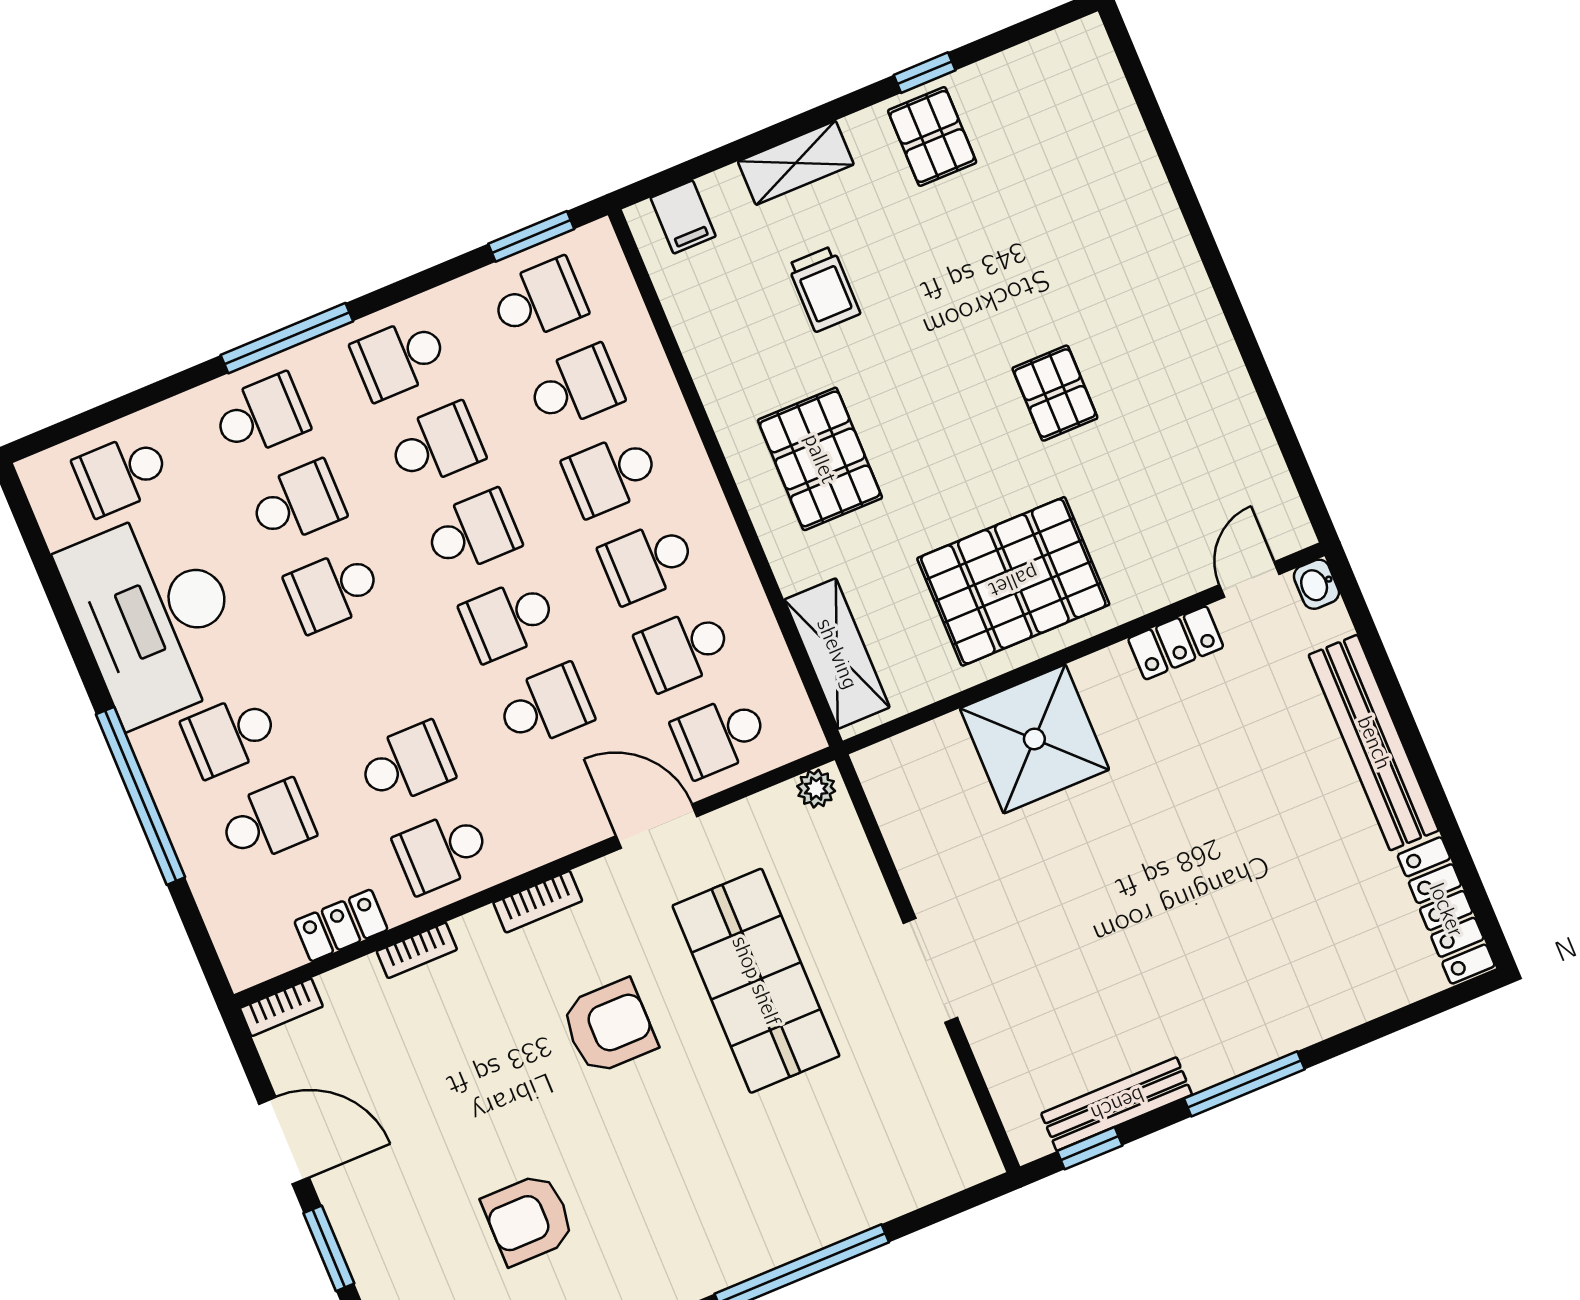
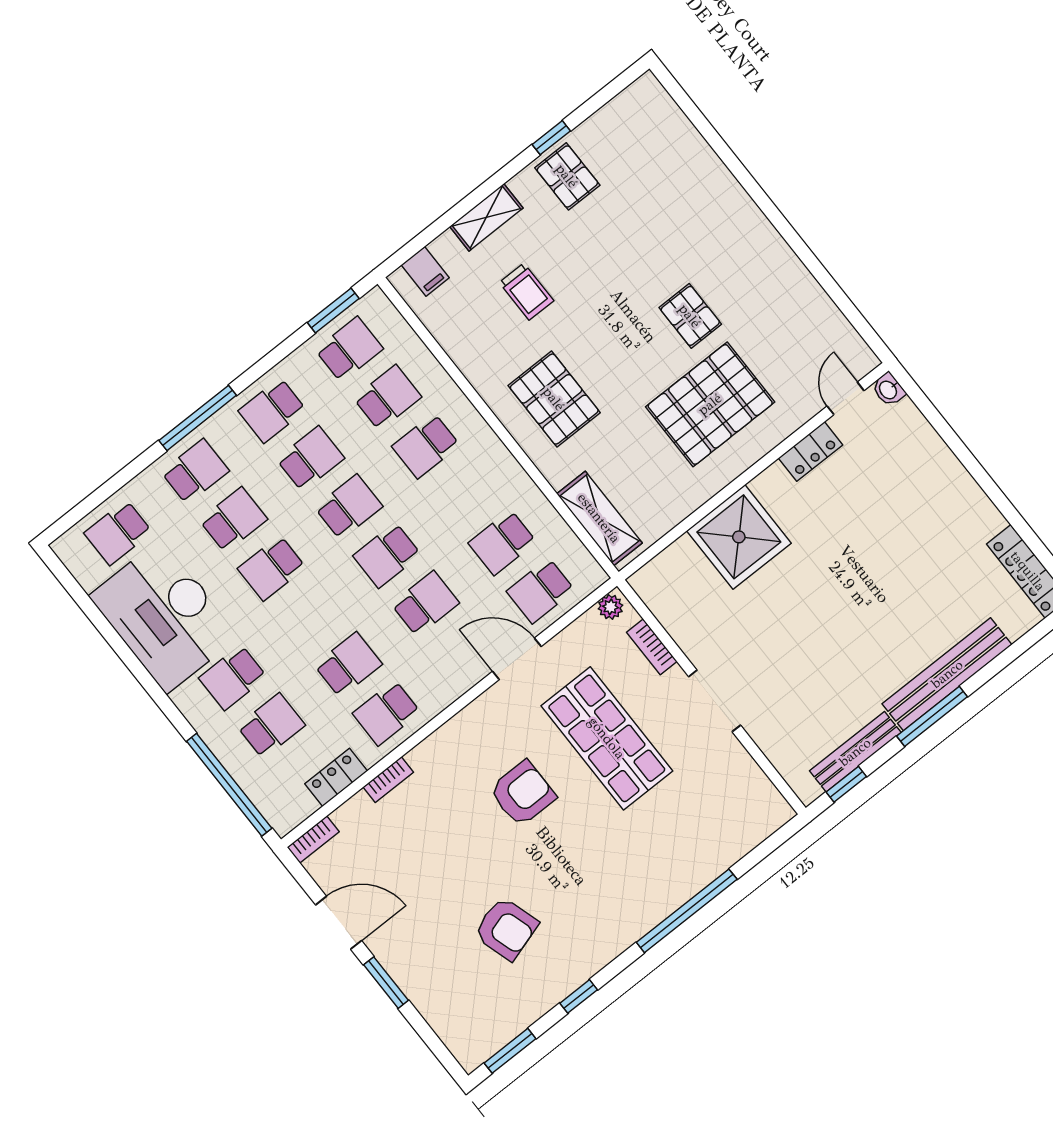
school desk: (647, 561) -> (464, 494), removed
pallet: (1013, 581) -> (710, 404), moved
bench: (1374, 743) -> (947, 674), moved, turned 90
window: (140, 796) -> (229, 785), moved
bookcase: (538, 902) -> (652, 647), moved, turned 90
armchair: (528, 1219) -> (506, 929), turned -107

